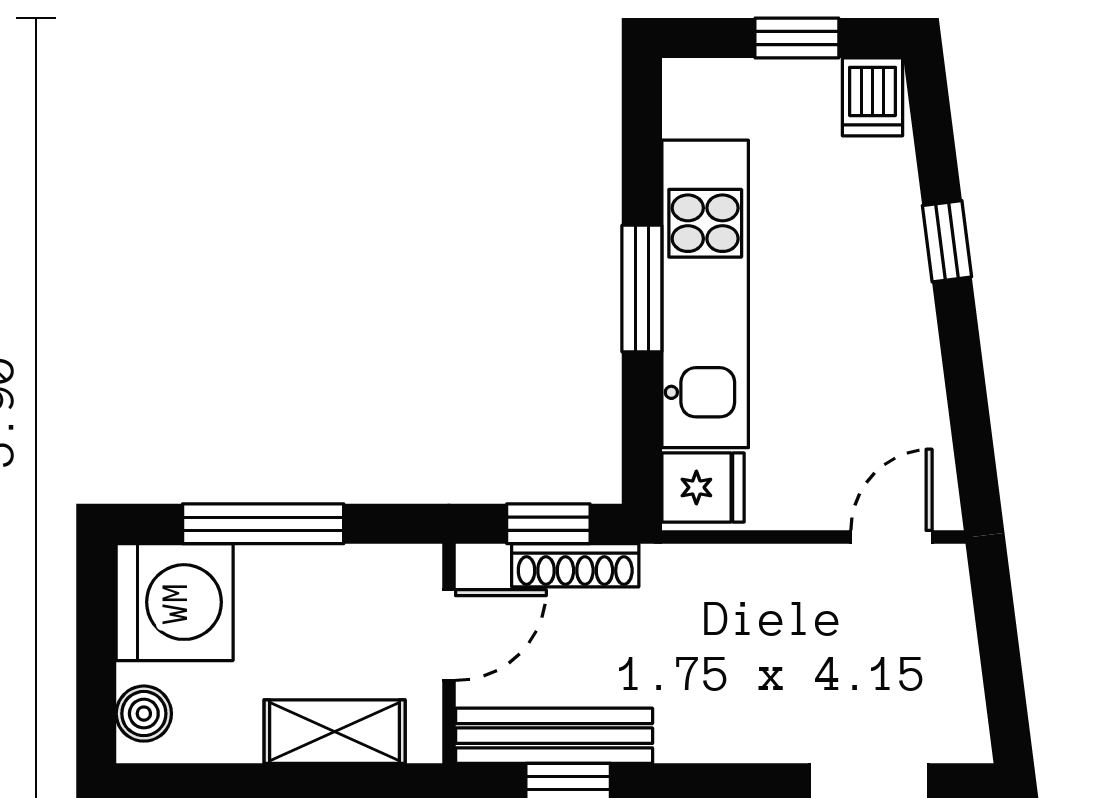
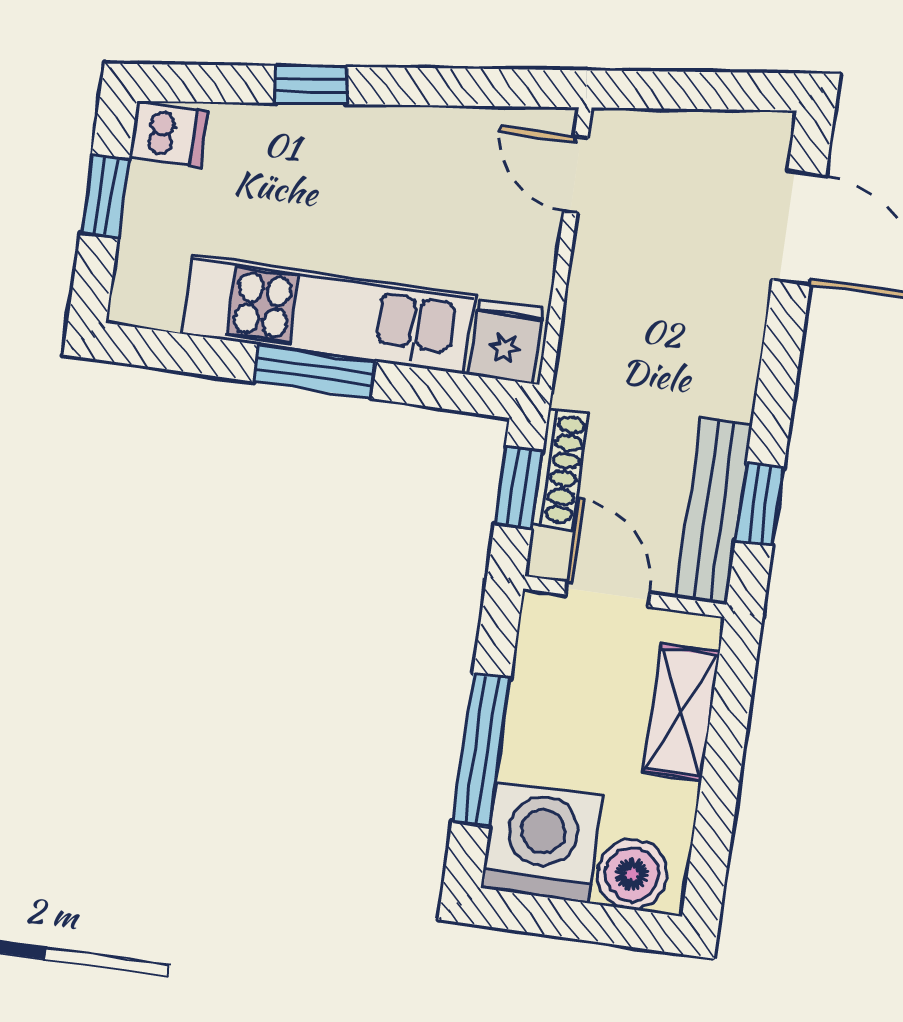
boiler: (144, 714) -> (632, 874), width x1.36, depth x1.36

